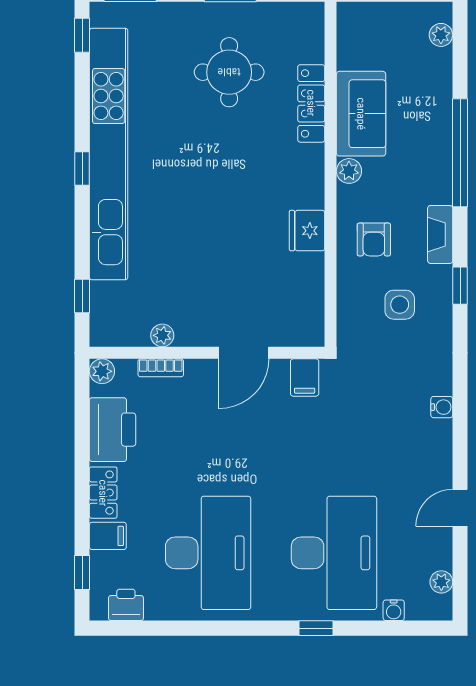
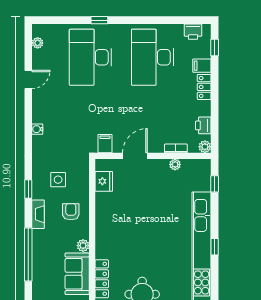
fridge: (307, 231) -> (104, 181), moved
printer: (113, 430) -> (203, 125), width x0.53, depth x0.68
water cooler: (394, 610) -> (61, 29), removed

